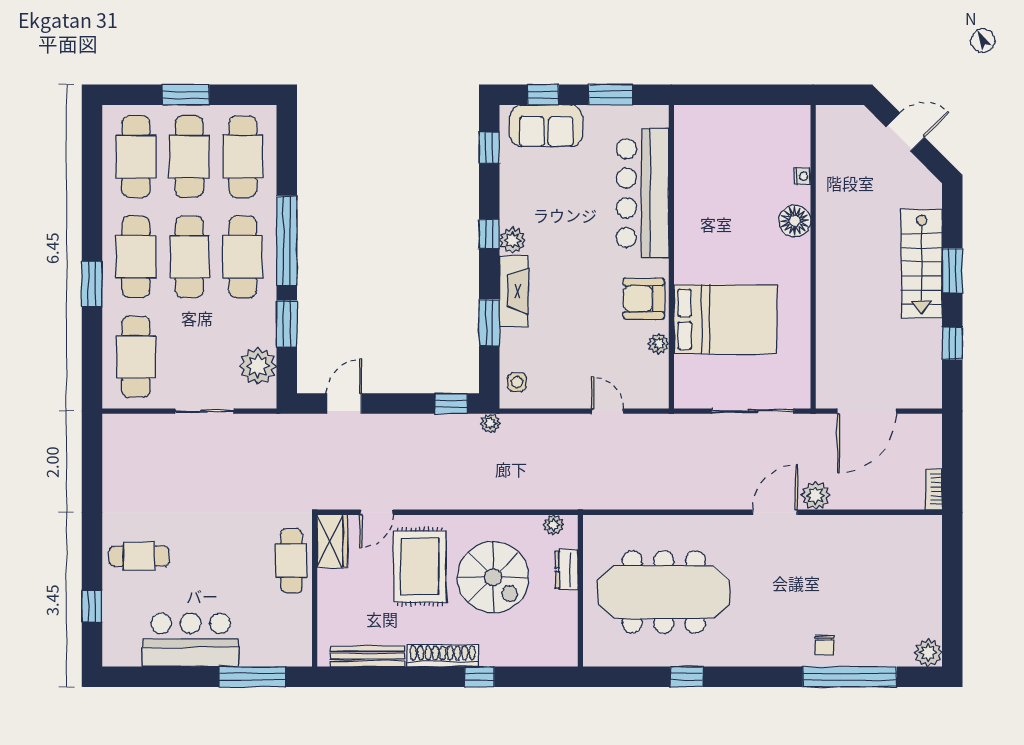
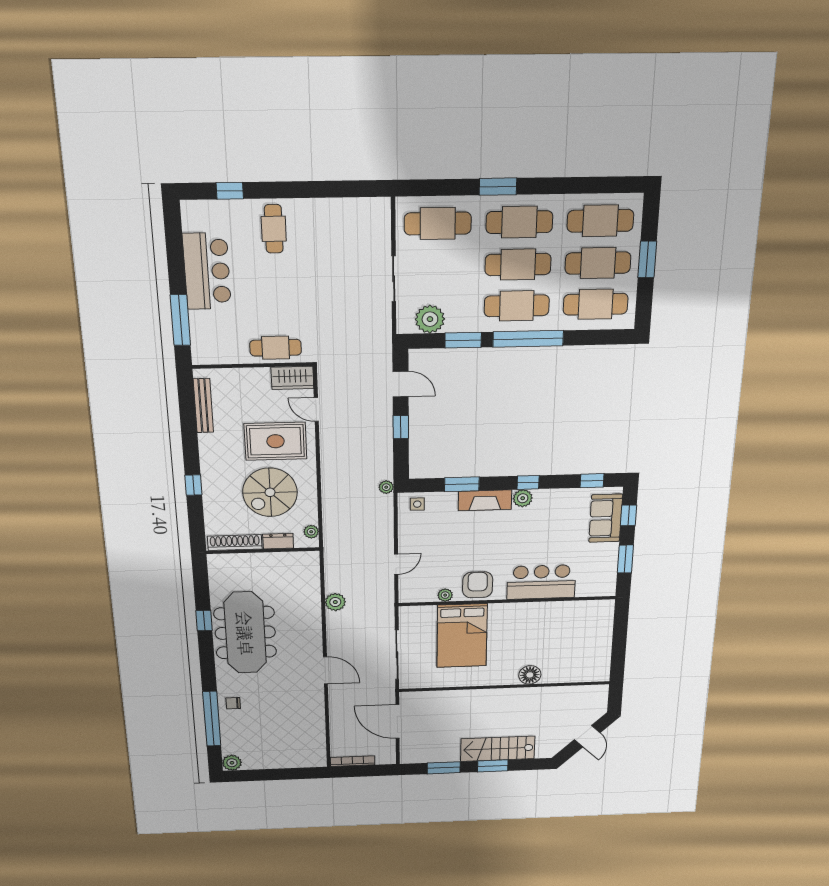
nightstand: (802, 176) -> (561, 678), removed
bar counter: (643, 193) -> (541, 582), width x0.73
window: (952, 343) -> (444, 768), width x1.50
window: (451, 403) -> (401, 427), moved
bookcase: (934, 489) -> (353, 761), width x1.56
plant: (815, 495) -> (335, 602), moved
meeting table: (664, 592) -> (245, 633), moved
shoe rack: (443, 656) -> (235, 543), moved, turned -90

